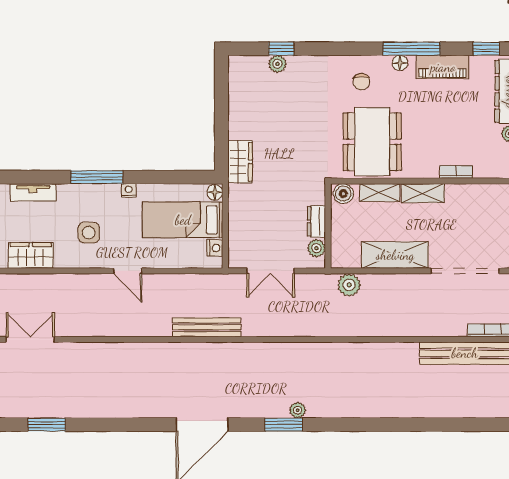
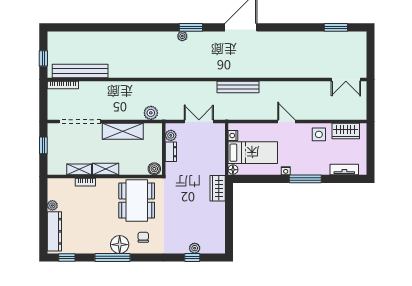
floor lamp: (400, 63) -> (120, 245), width x1.89, depth x1.89
piano: (443, 67) -> (94, 246), removed
shelving: (380, 193) -> (79, 169), moved
side table: (89, 233) -> (319, 134), moved

